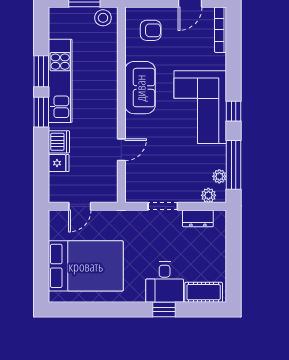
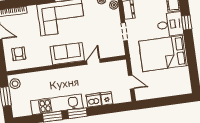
sofa: (140, 88) -> (67, 54), moved
door: (121, 150) -> (93, 62), hinge flipped
bed: (86, 266) -> (163, 53), moved, turned -90

